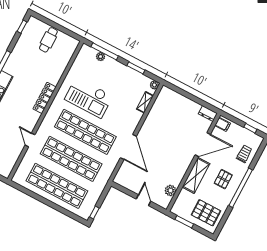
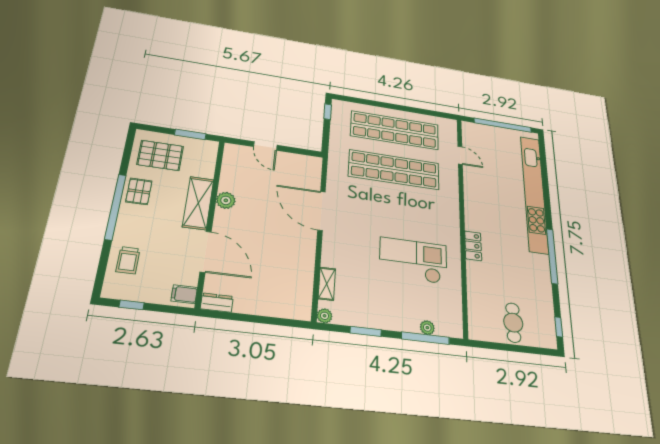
locker: (45, 98) -> (473, 246), width x0.66
shop shelf: (85, 132) -> (393, 211), removed
door: (30, 140) -> (460, 155), moved
door: (203, 145) -> (206, 252), swing flipped
pallet: (223, 179) -> (139, 191), moved
plant: (170, 191) -> (226, 200), moved

